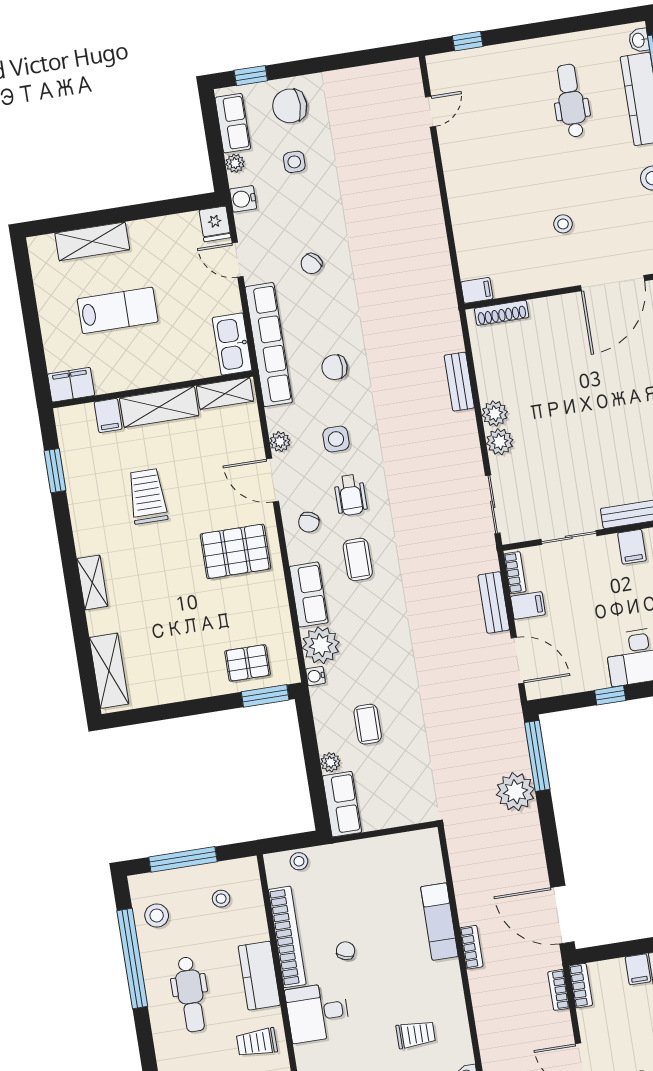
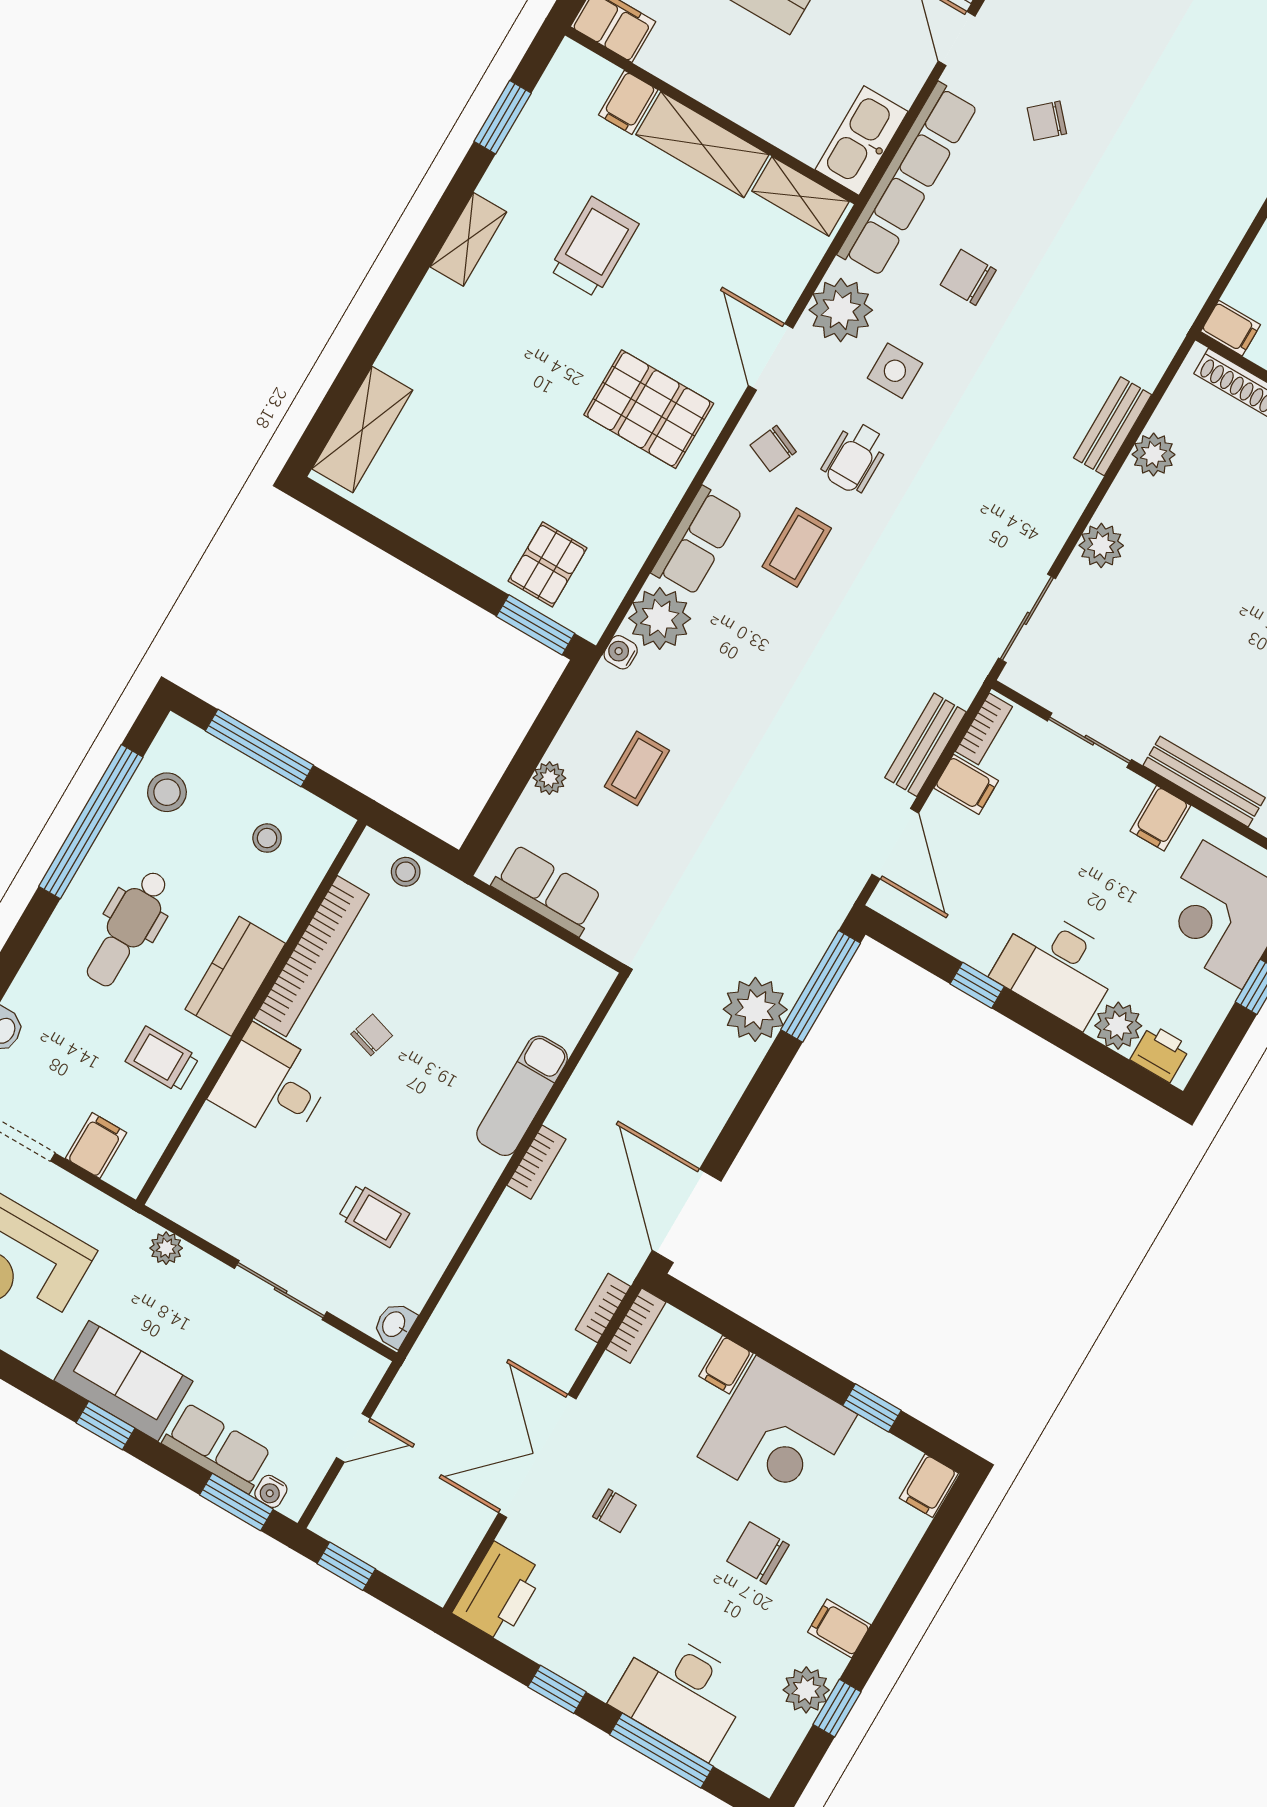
plant: (495, 414) -> (1153, 454), moved
plant: (280, 442) -> (841, 310), width x1.87, depth x1.87
shelving: (92, 582) -> (468, 239), moved
pallet: (248, 663) -> (548, 564), turned 90
row of seats: (342, 804) -> (547, 890), moved, turned -90

